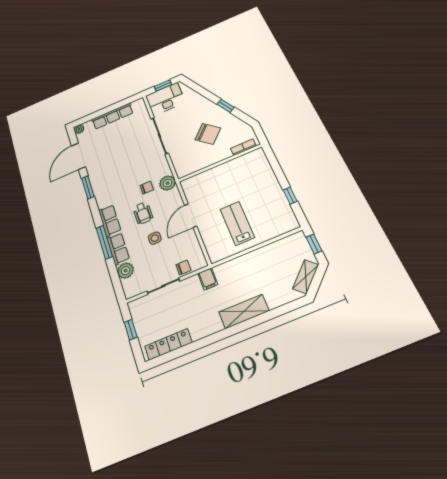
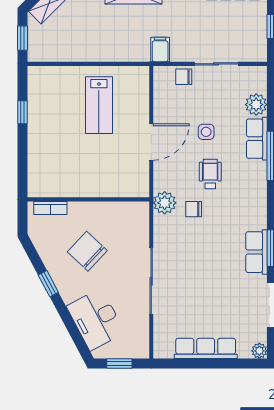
desk: (165, 99) -> (96, 319), moved, turned 62
row of seats: (110, 220) -> (256, 252), moved

